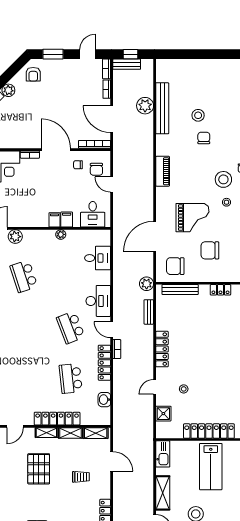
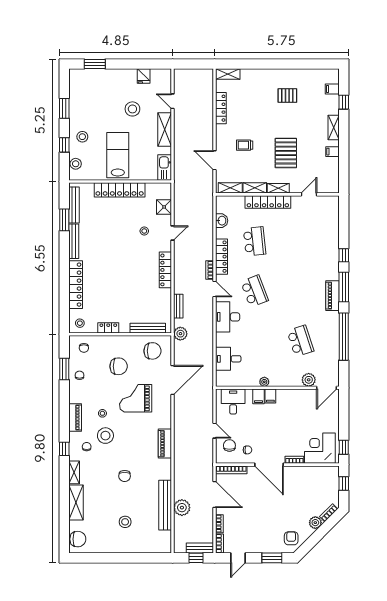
stool: (198, 115) -> (125, 522), moved

